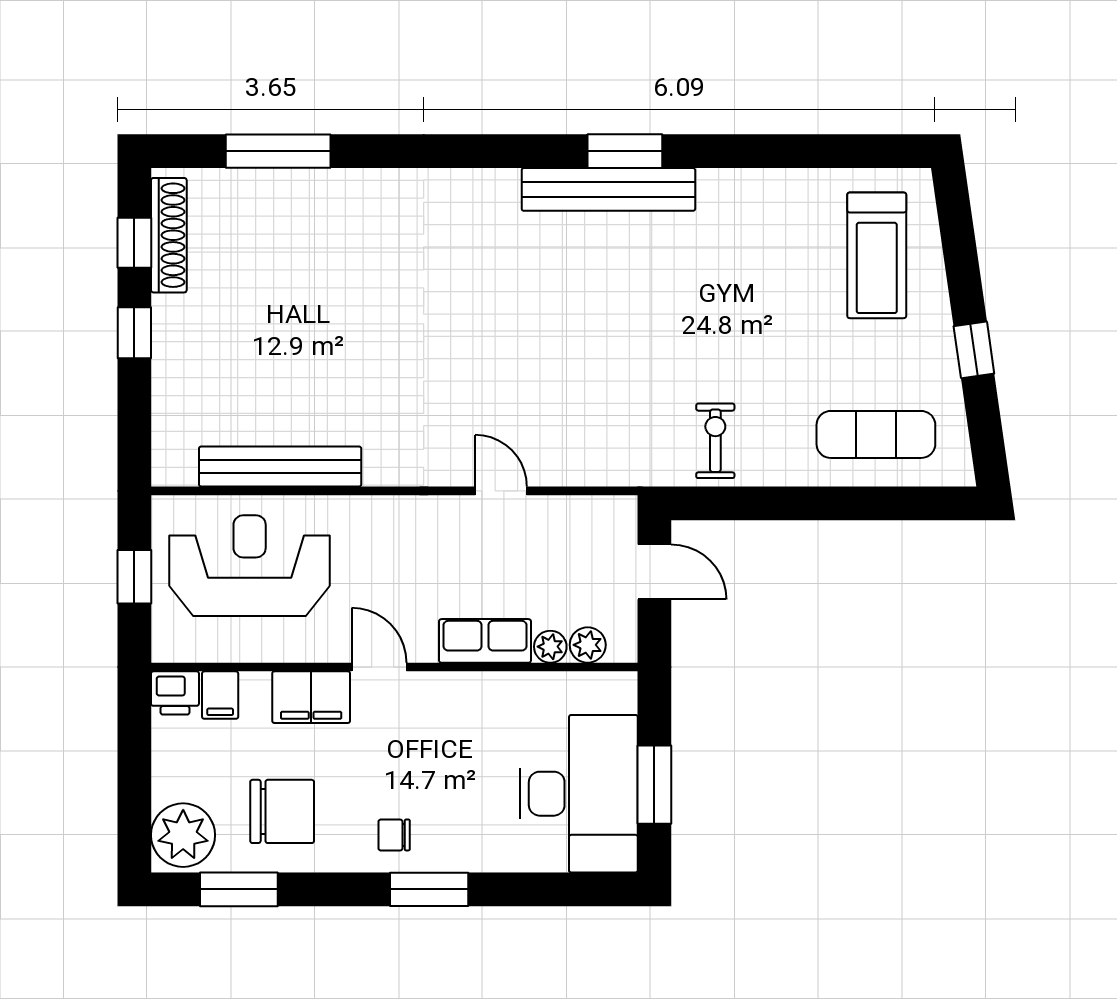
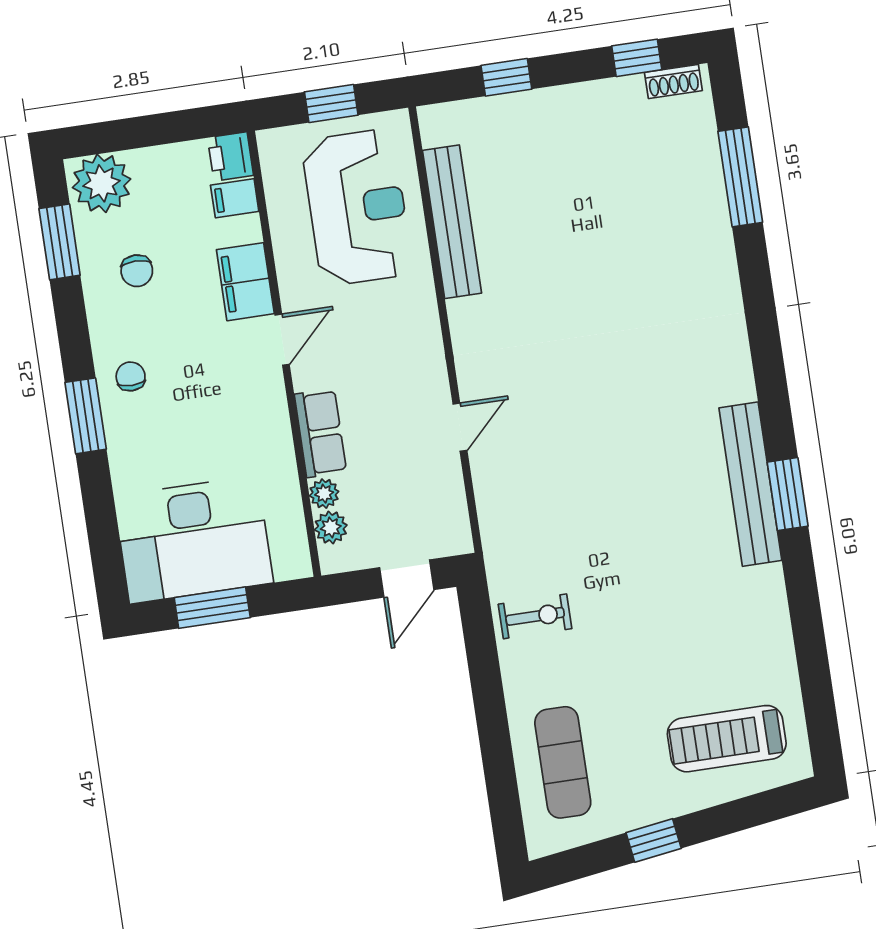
shoe rack: (169, 235) -> (673, 81), width x0.51, depth x0.81
window: (134, 333) -> (506, 77), moved
chair: (282, 811) -> (137, 271), width x0.54, depth x0.54

